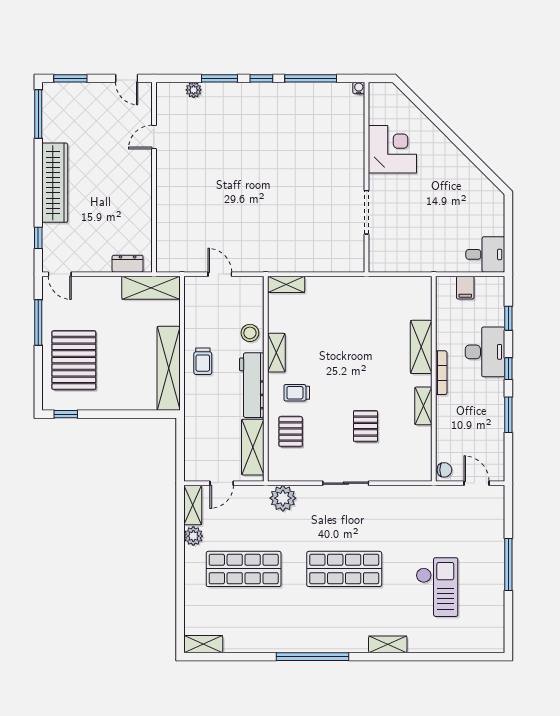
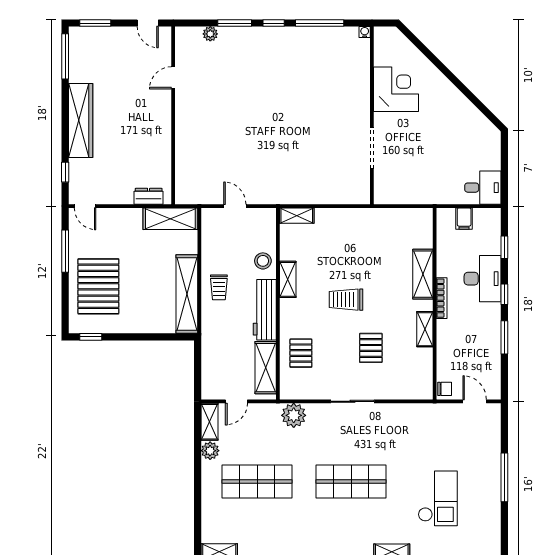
trolley: (297, 393) -> (346, 300), moved, width x1.36, depth x1.39

